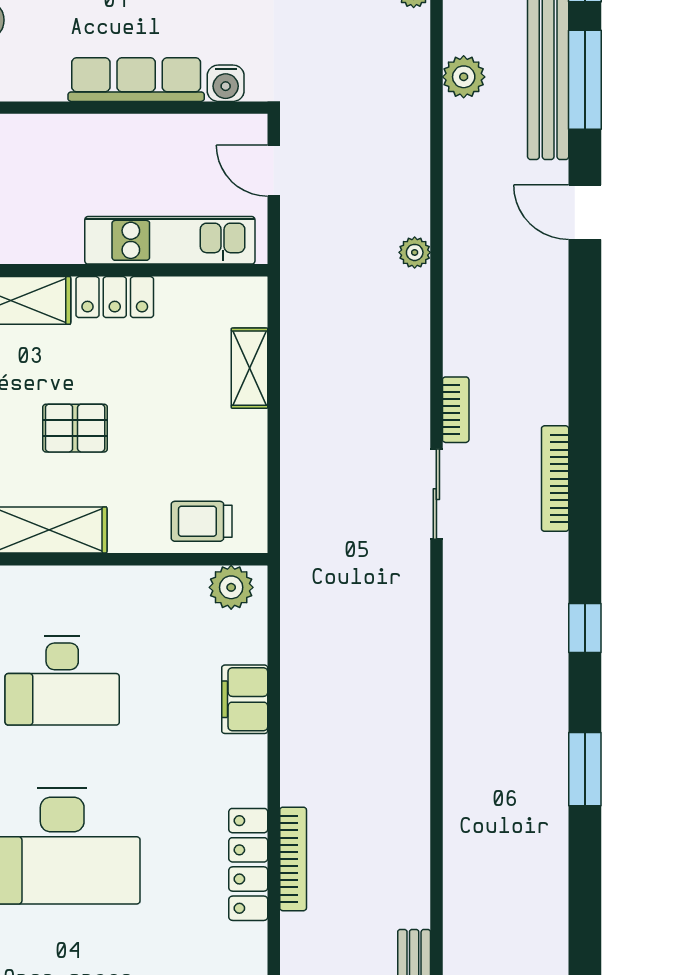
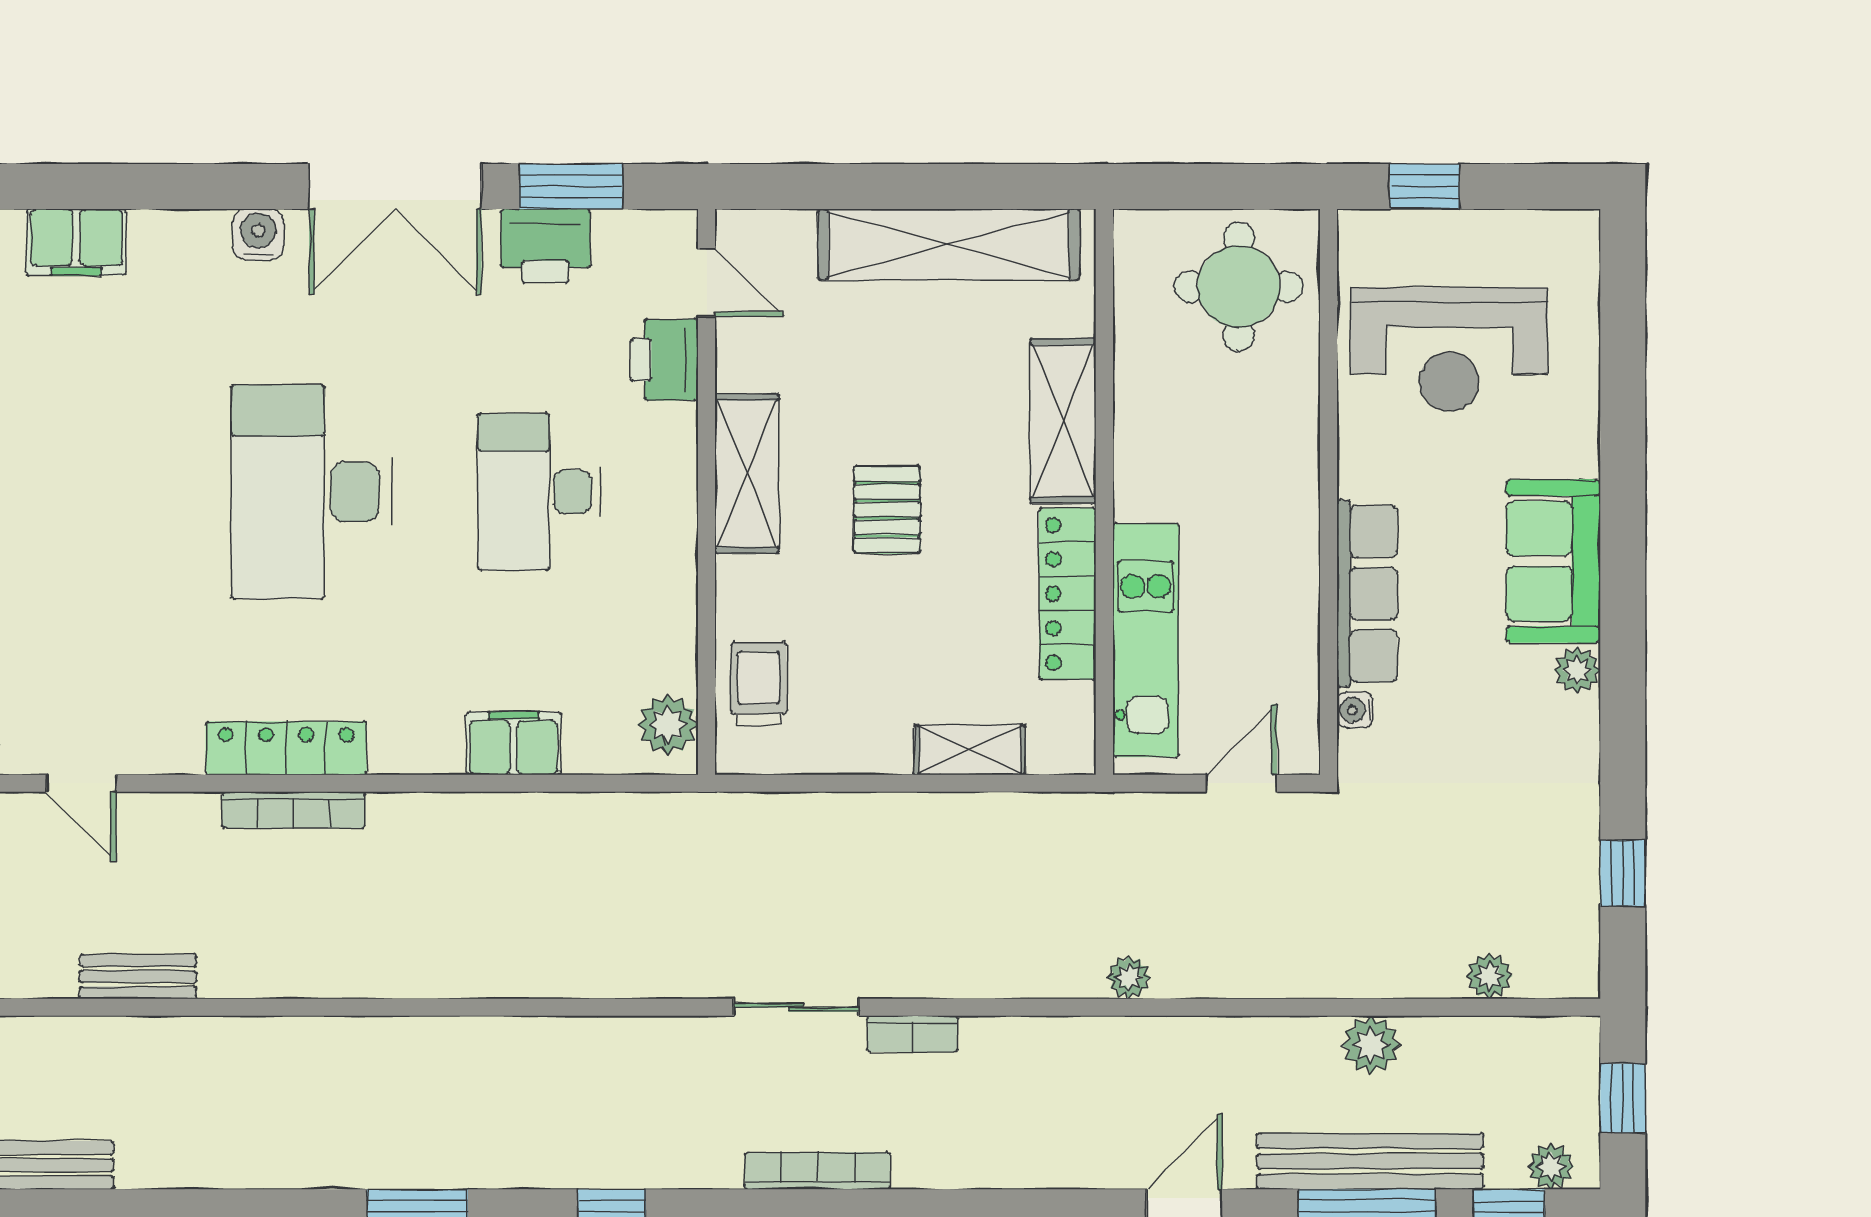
water cooler: (226, 83) -> (1355, 710), width x0.72, depth x0.72
locker: (115, 297) -> (1068, 594), width x1.53

